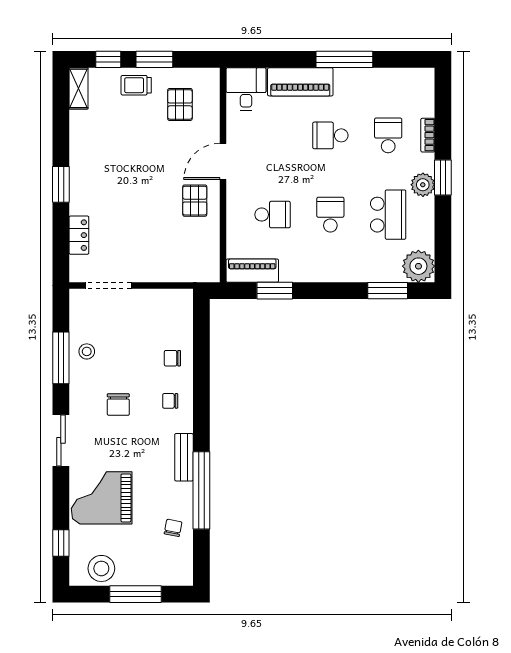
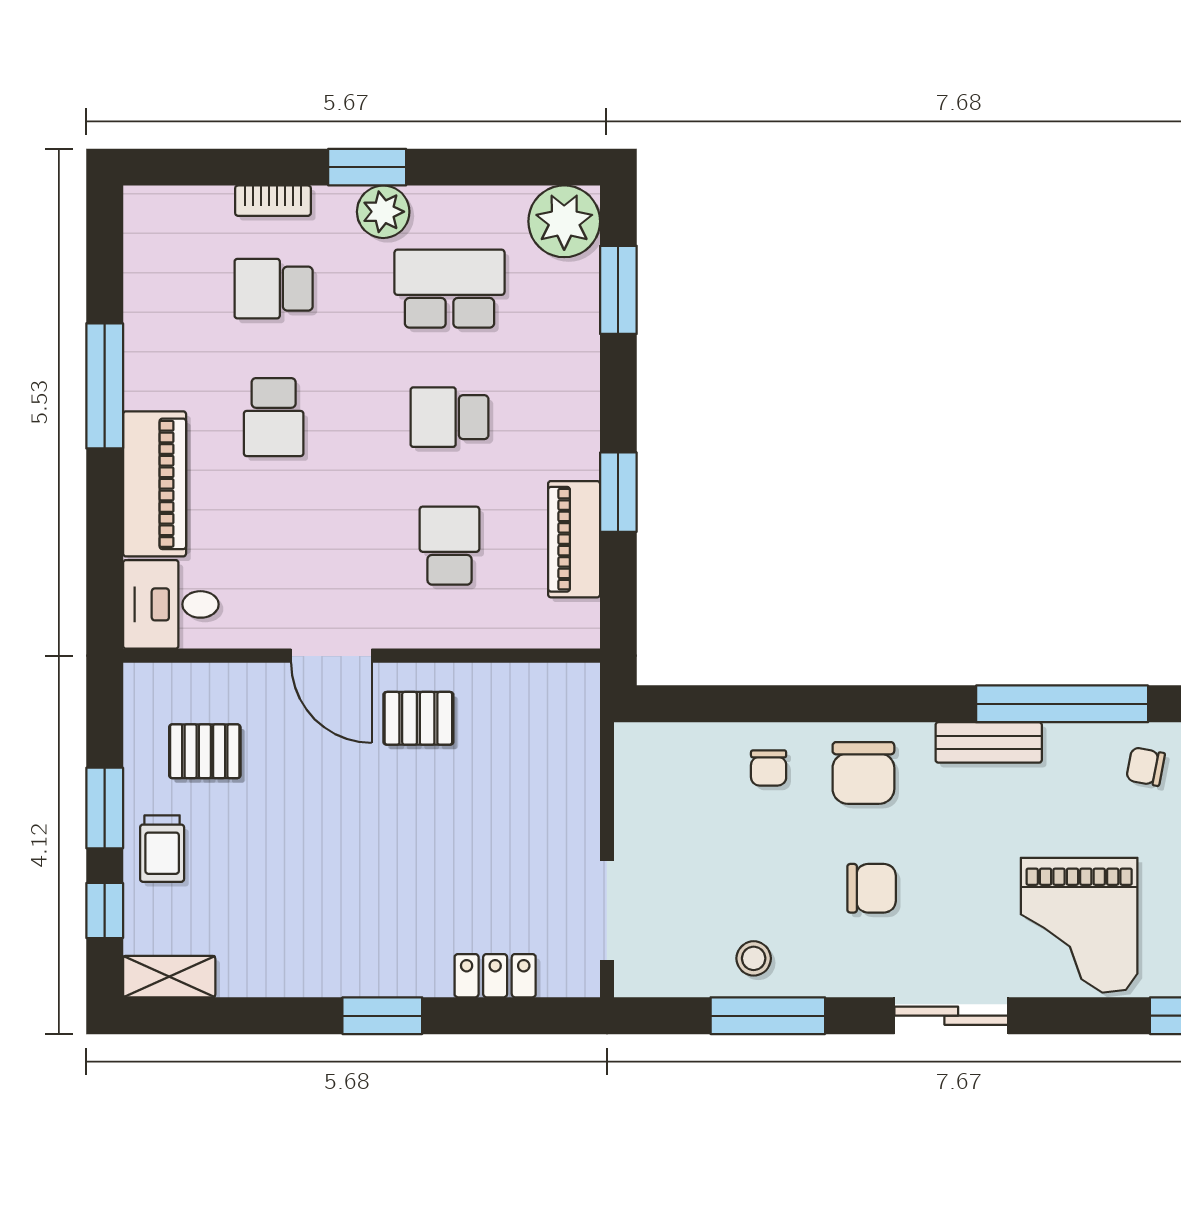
piano: (252, 271) -> (574, 539), moved
window: (275, 291) -> (618, 492), moved
chair: (170, 401) -> (863, 773), width x1.87, depth x1.87

